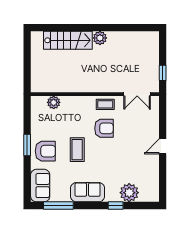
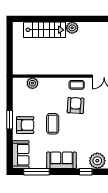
armchair: (104, 128) -> (76, 105), turned -87

